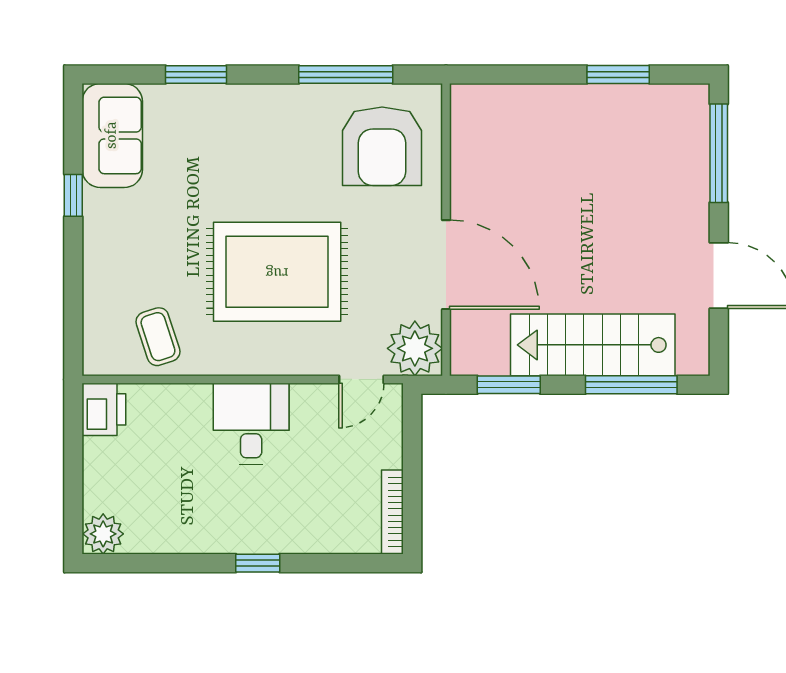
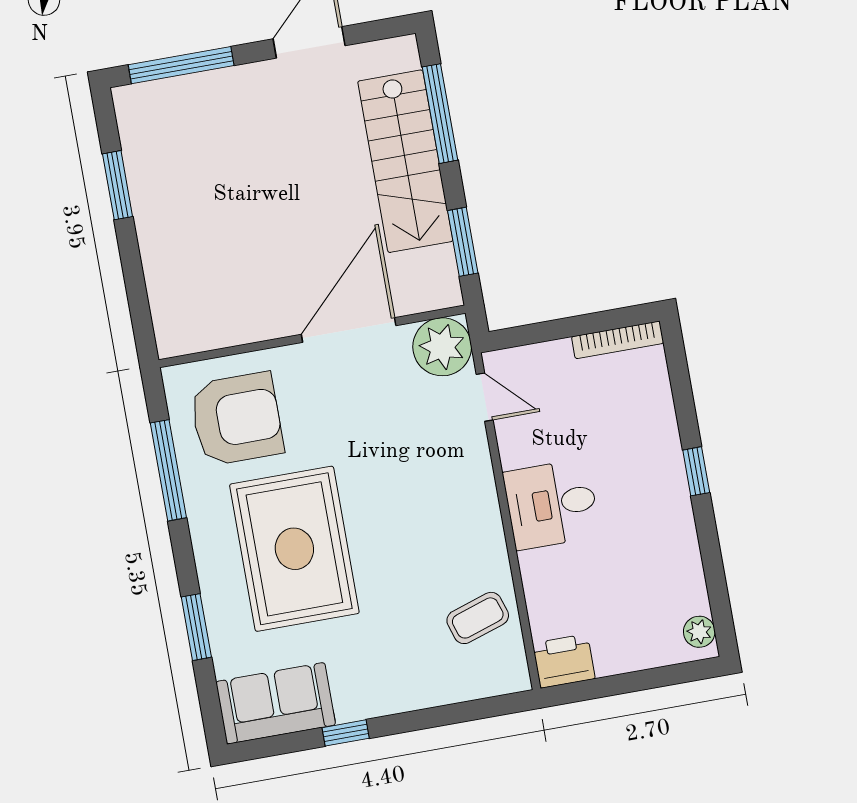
rug: (277, 272) -> (294, 549), moved
plant: (103, 534) -> (699, 632), width x0.73, depth x0.73

